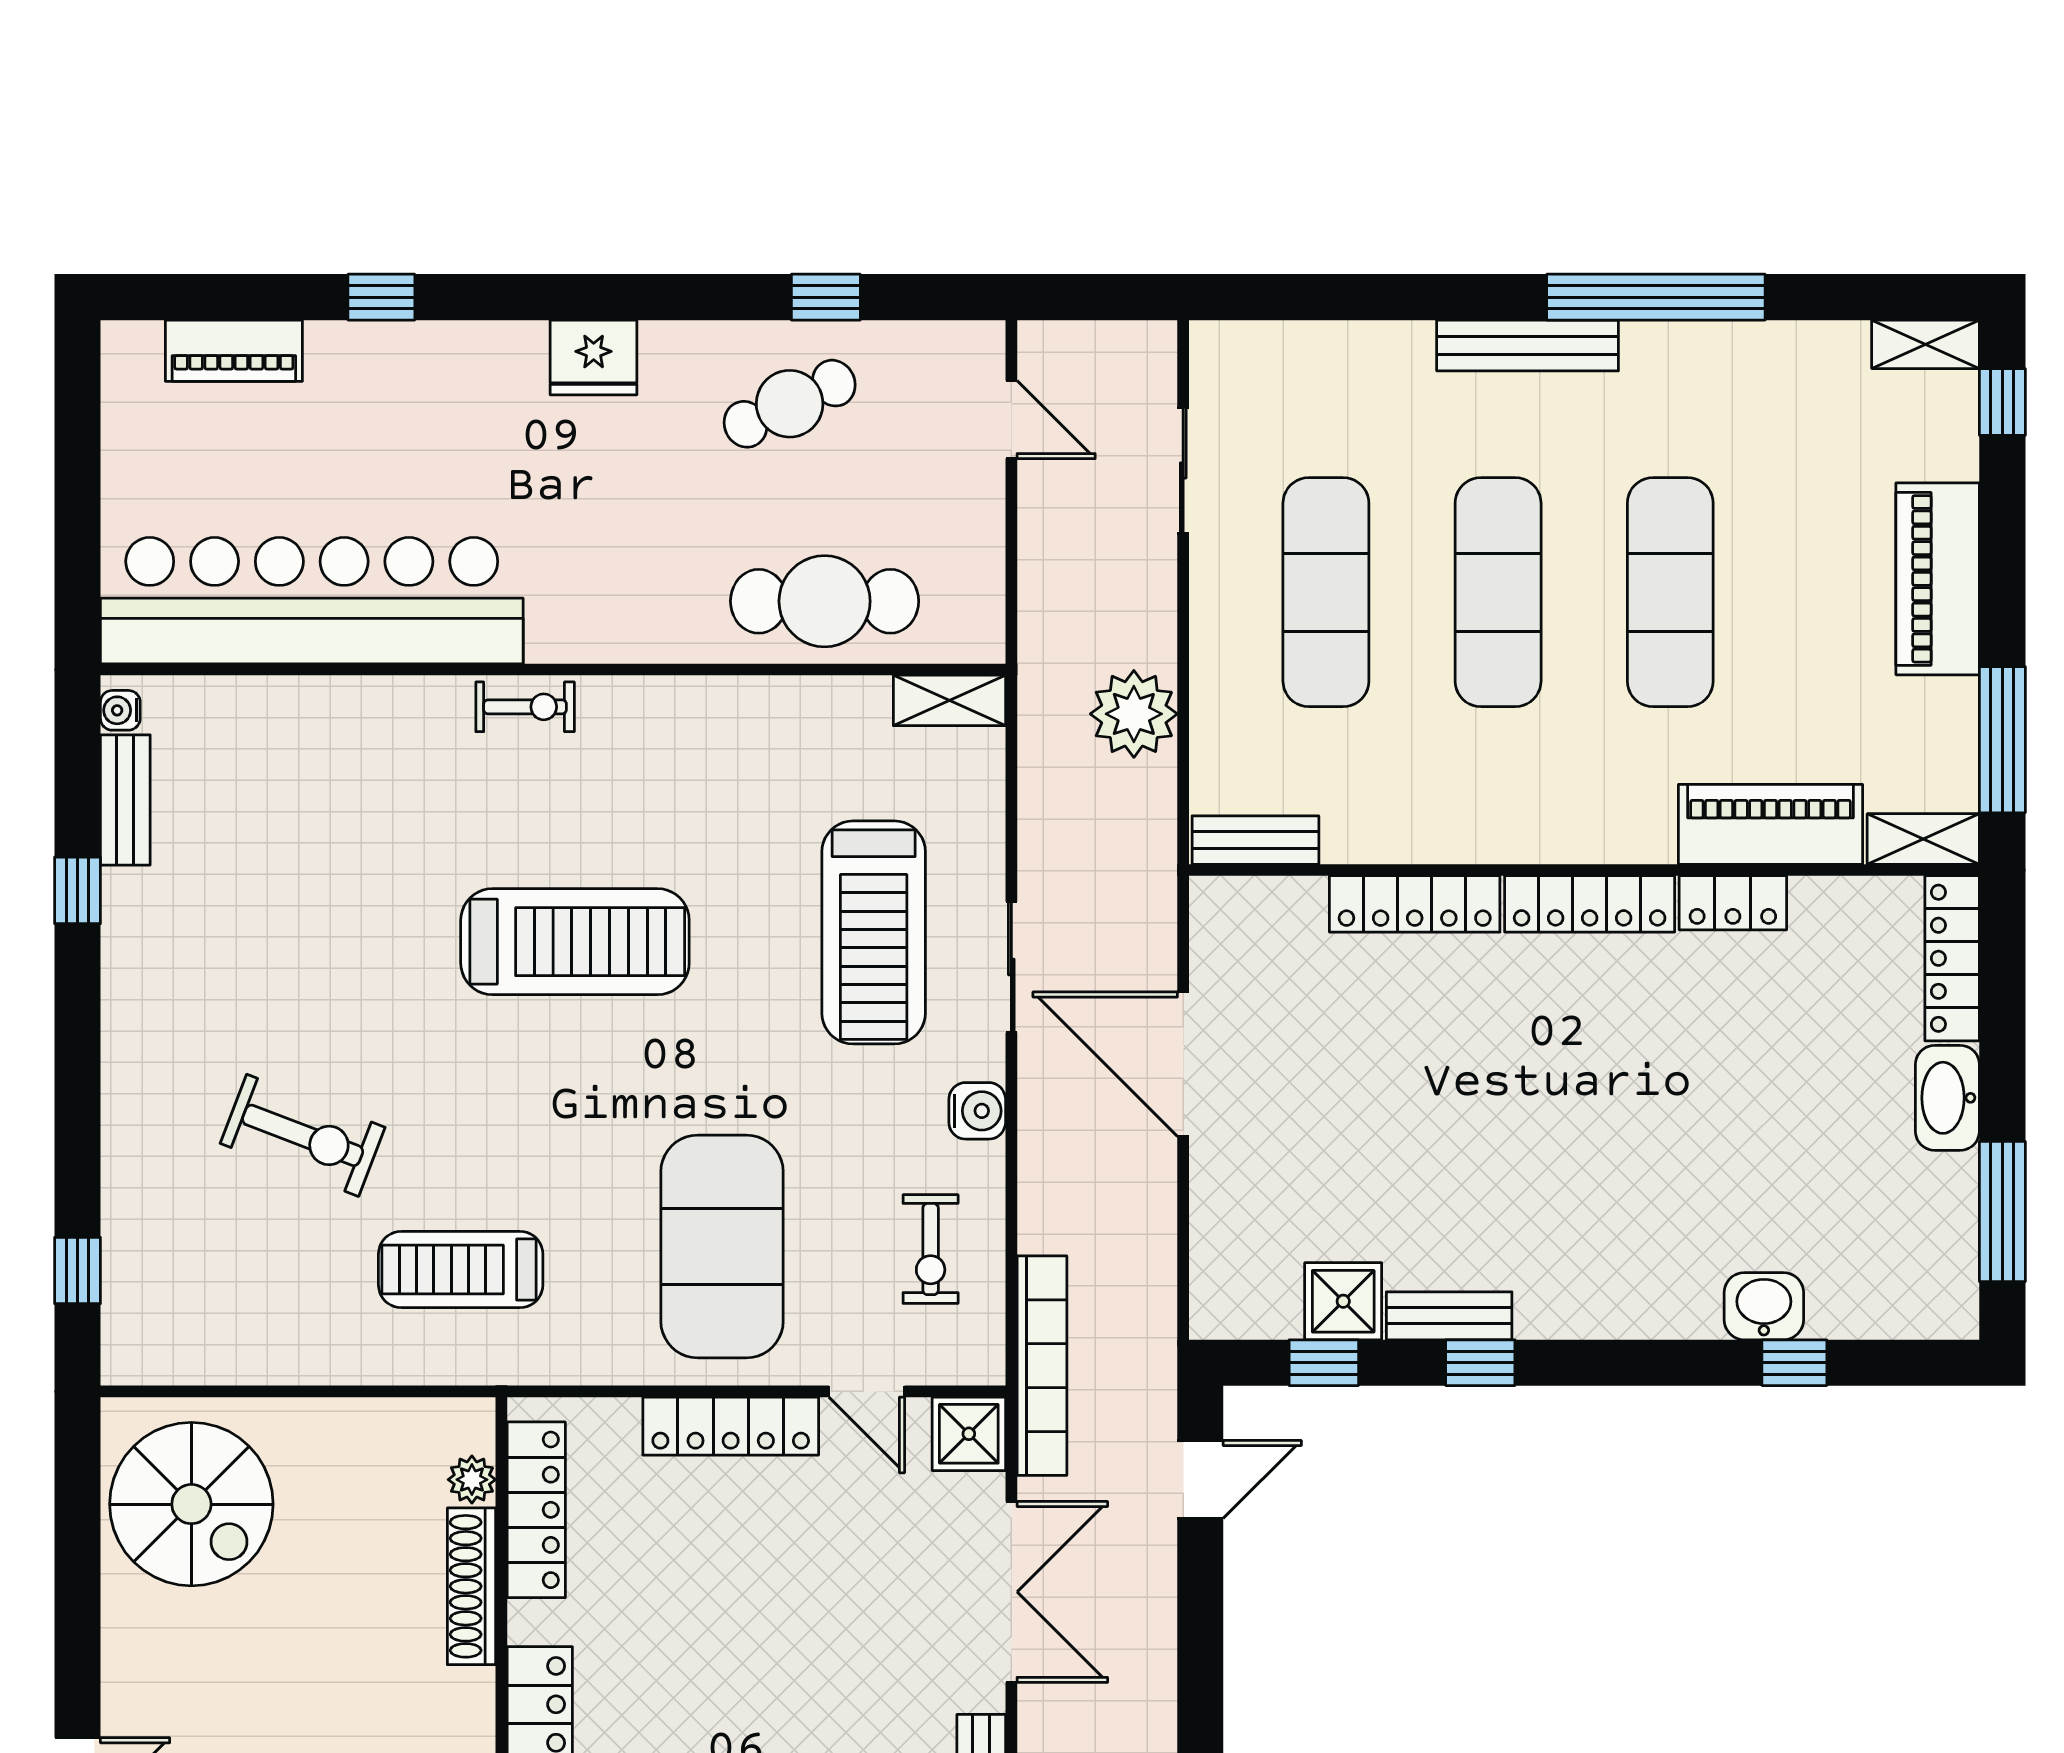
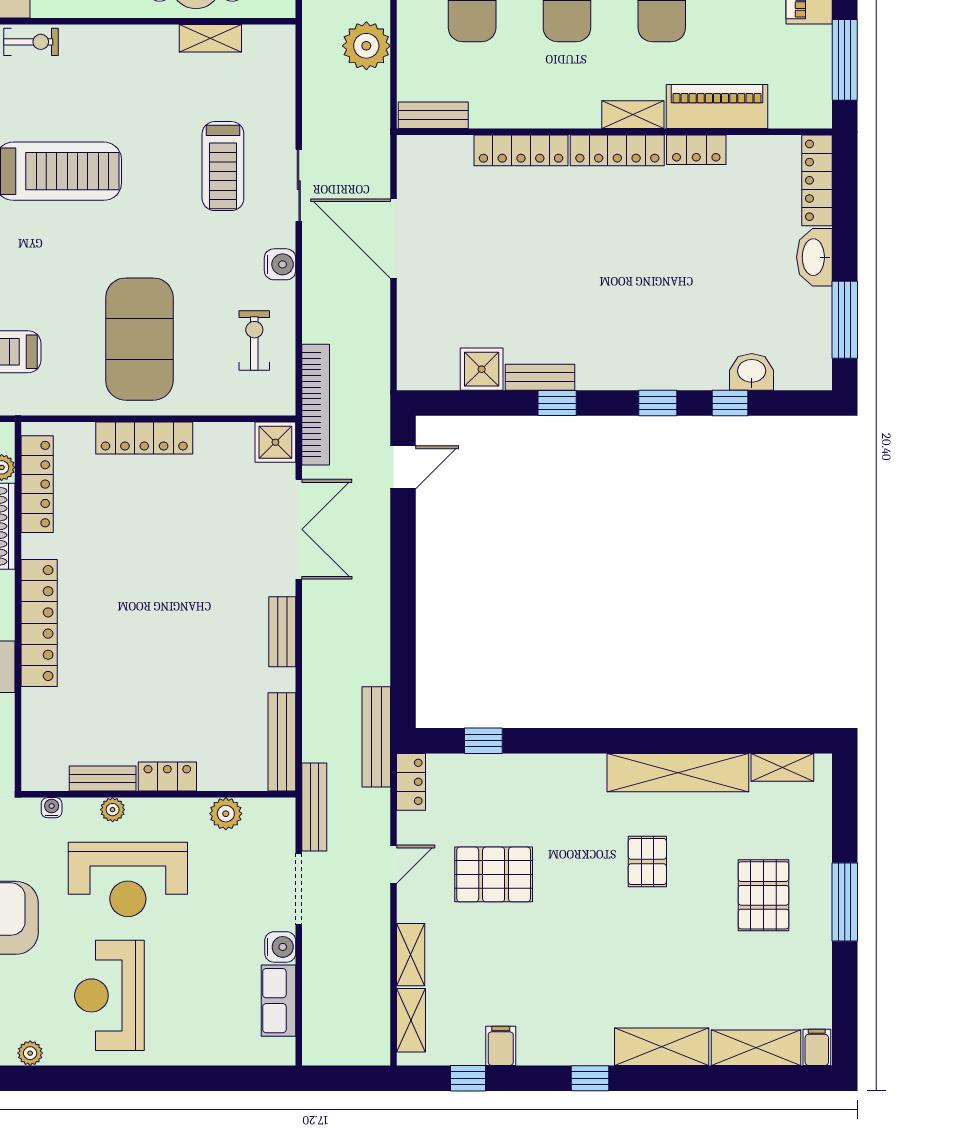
shelving: (949, 700) -> (210, 38), moved
shelving: (1923, 839) -> (633, 115), moved
treadmill: (874, 932) -> (223, 166), width x0.73, depth x0.73
exercise bike: (931, 1249) -> (254, 340), turned 180
washbasin: (1764, 1306) -> (752, 372), moved
window: (1324, 1363) -> (658, 403), moved
door: (867, 1391) -> (219, 419), removed

